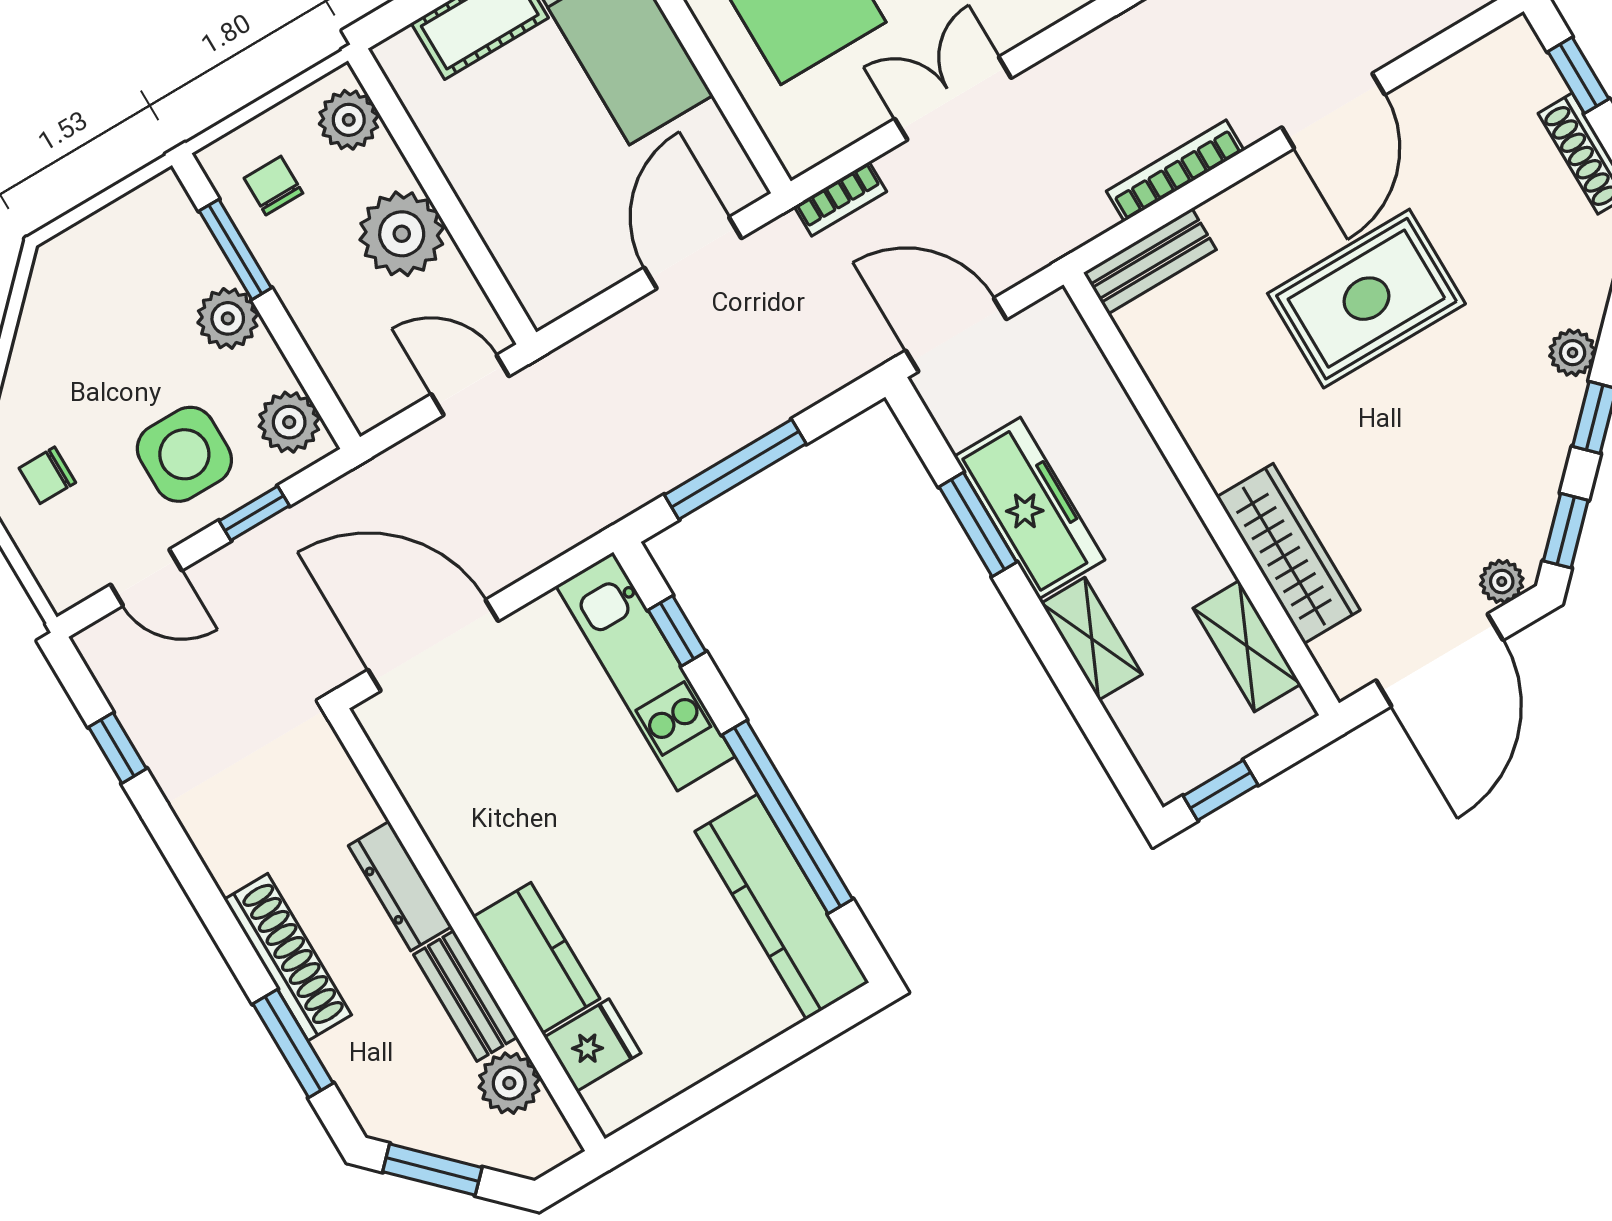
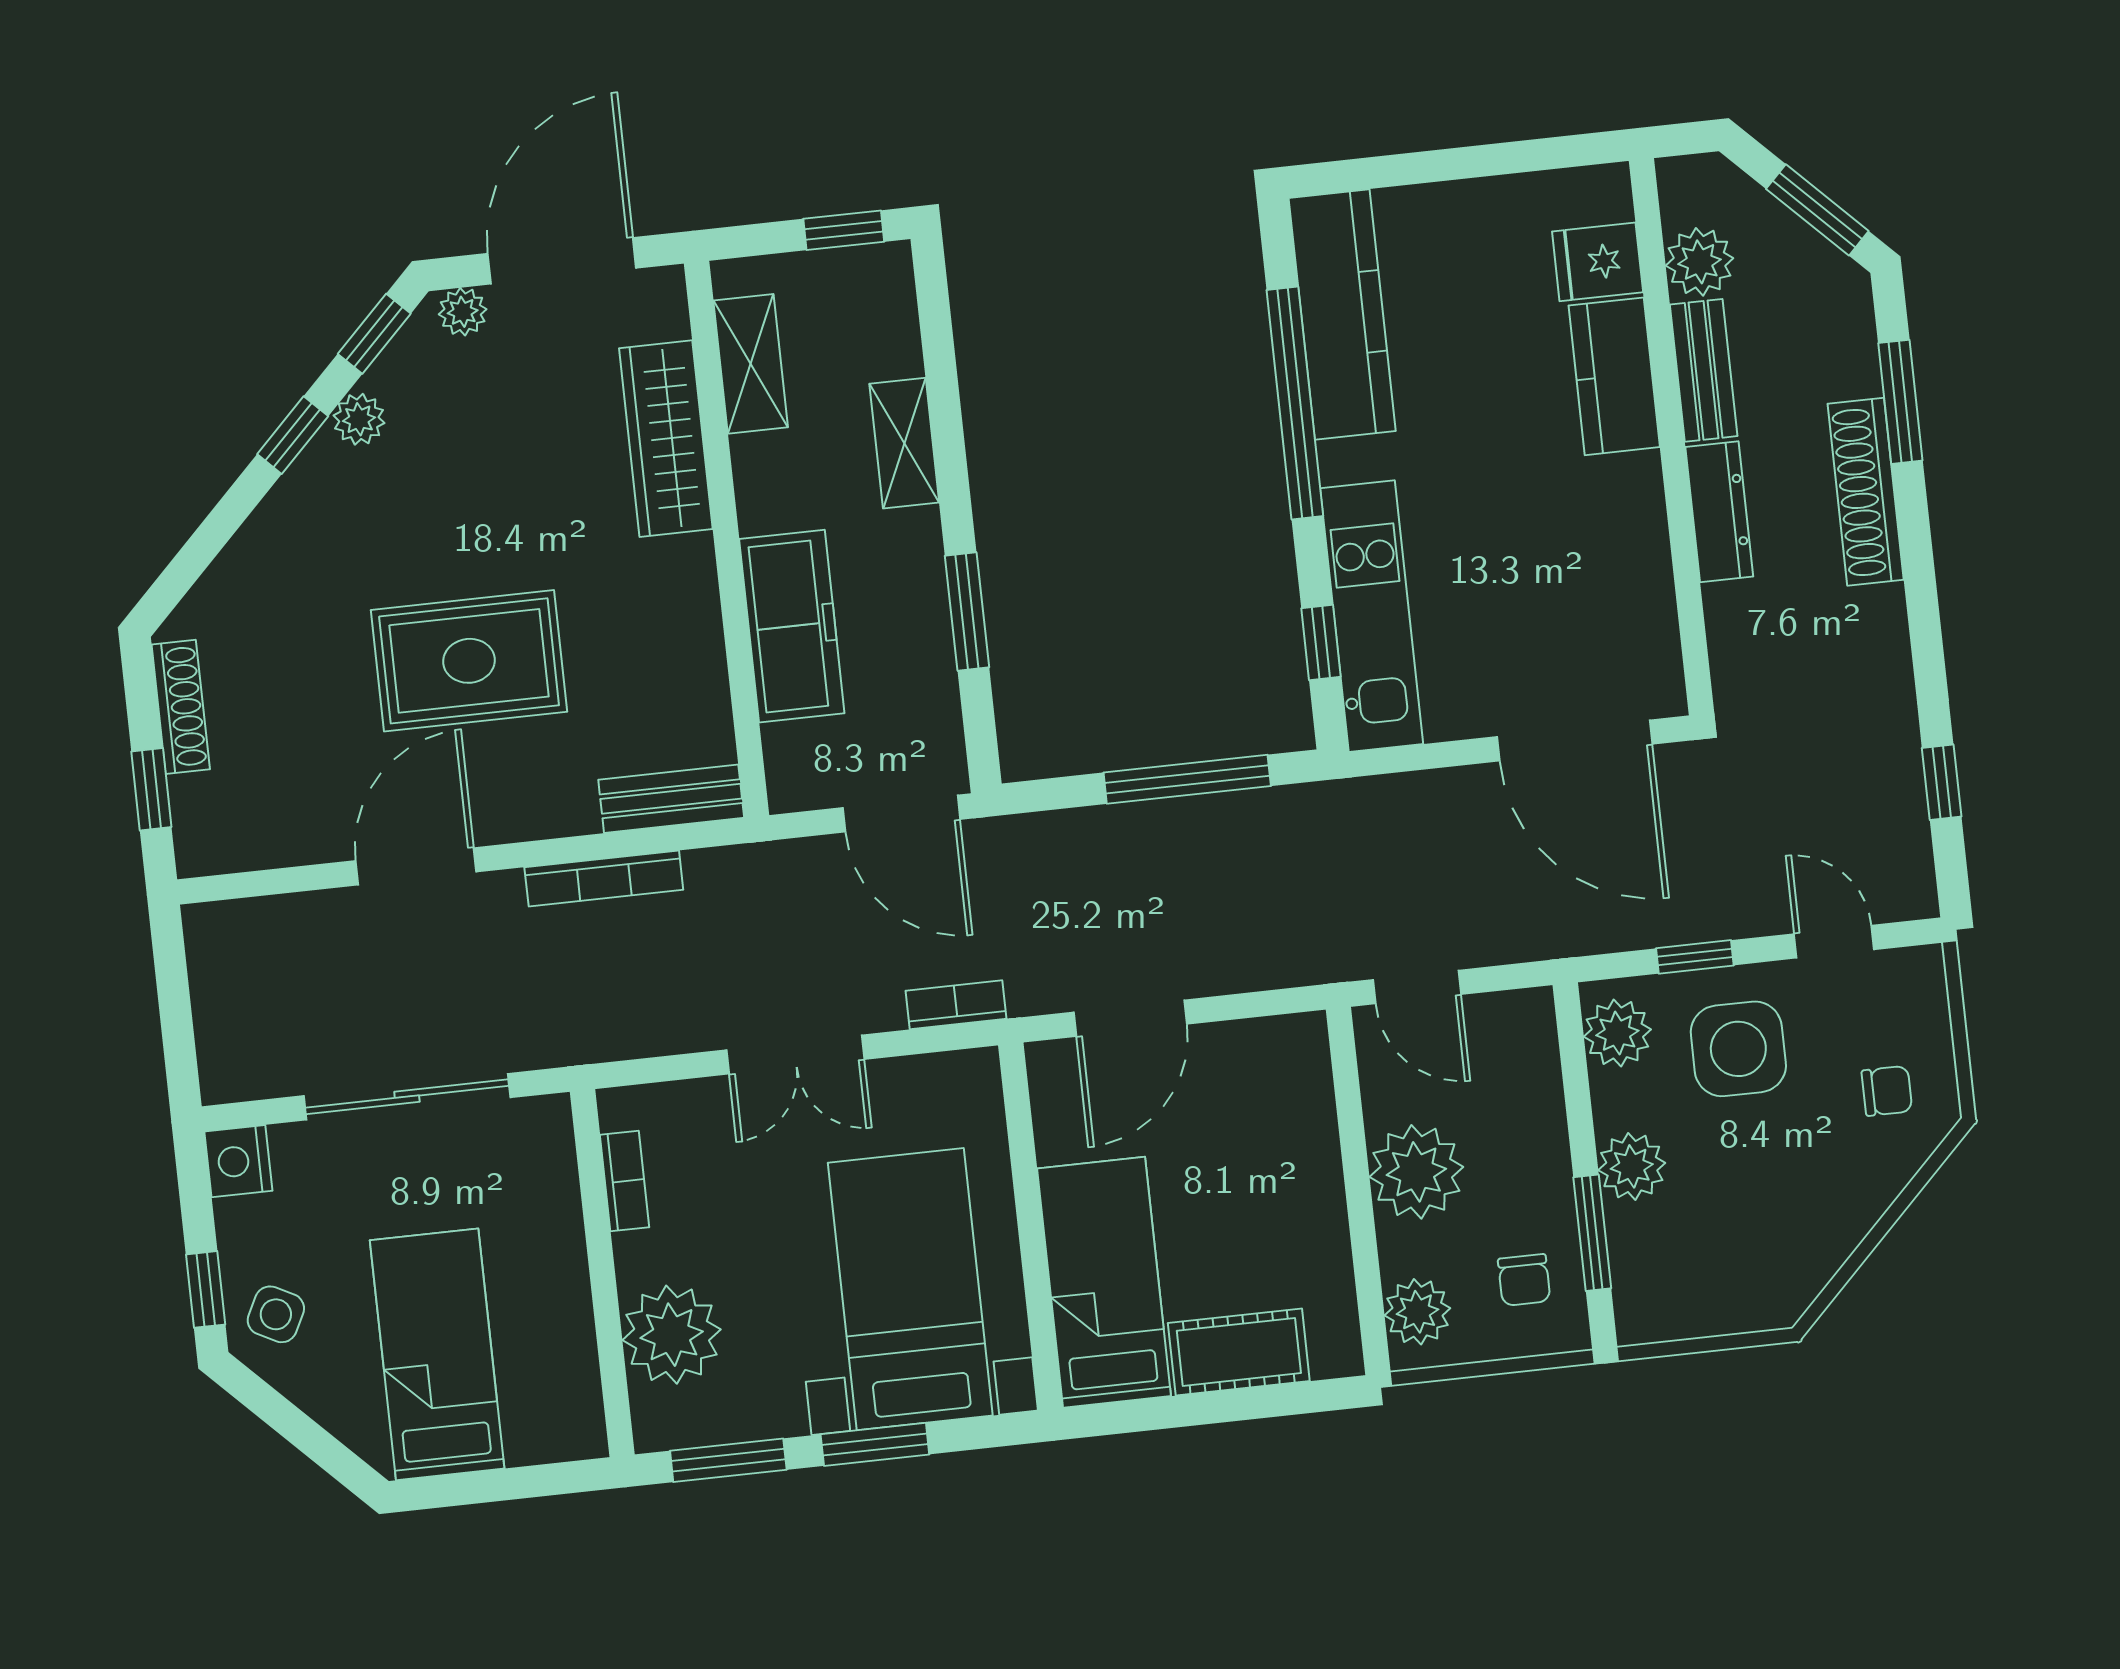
plant: (1573, 353) -> (359, 419), moved
freezer: (1030, 508) -> (792, 626), moved, turned 180

